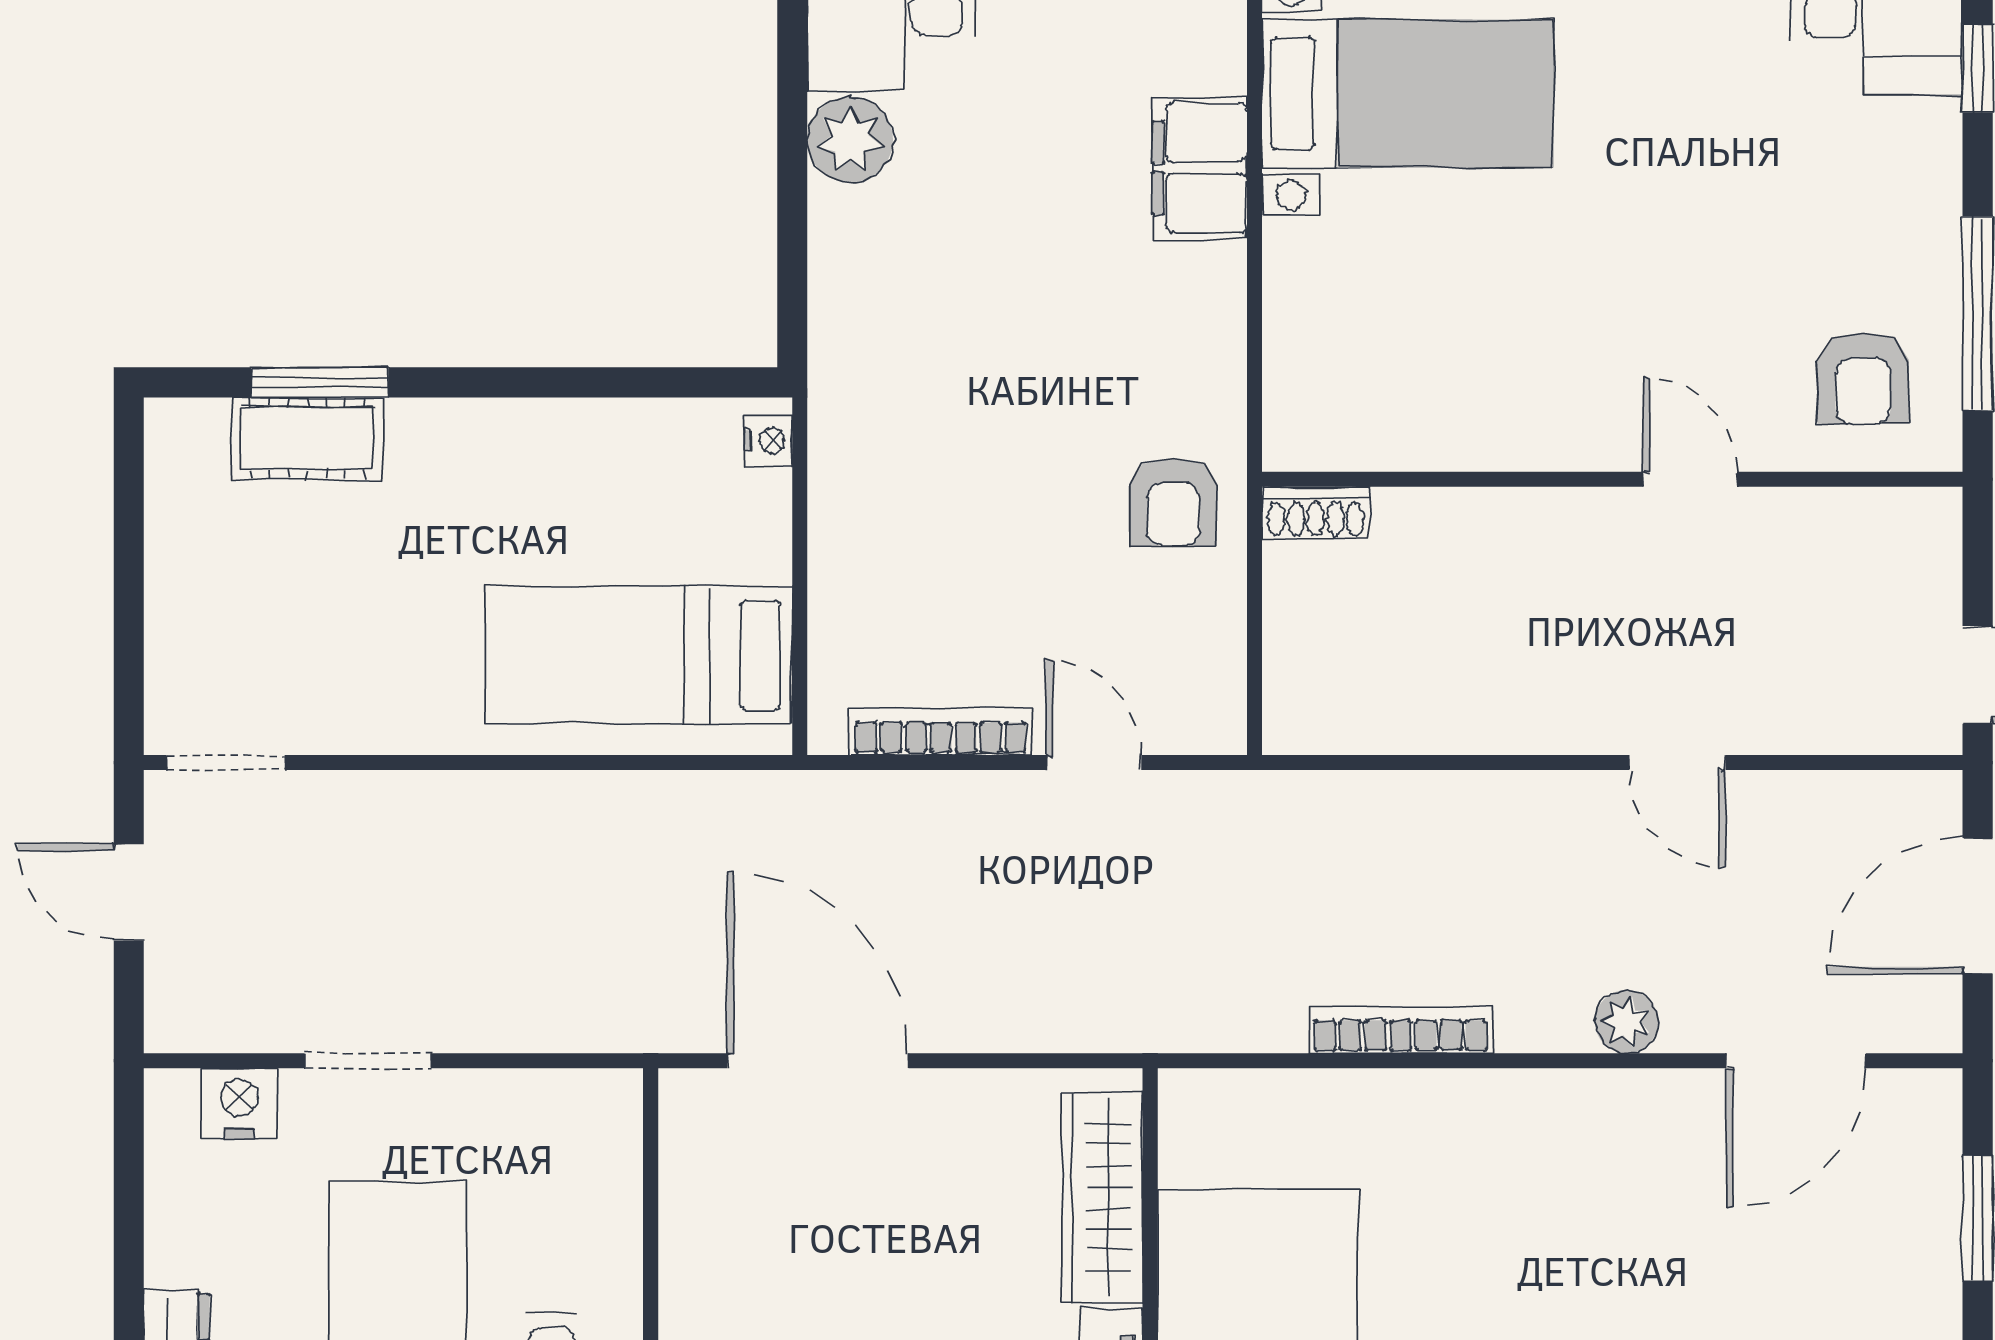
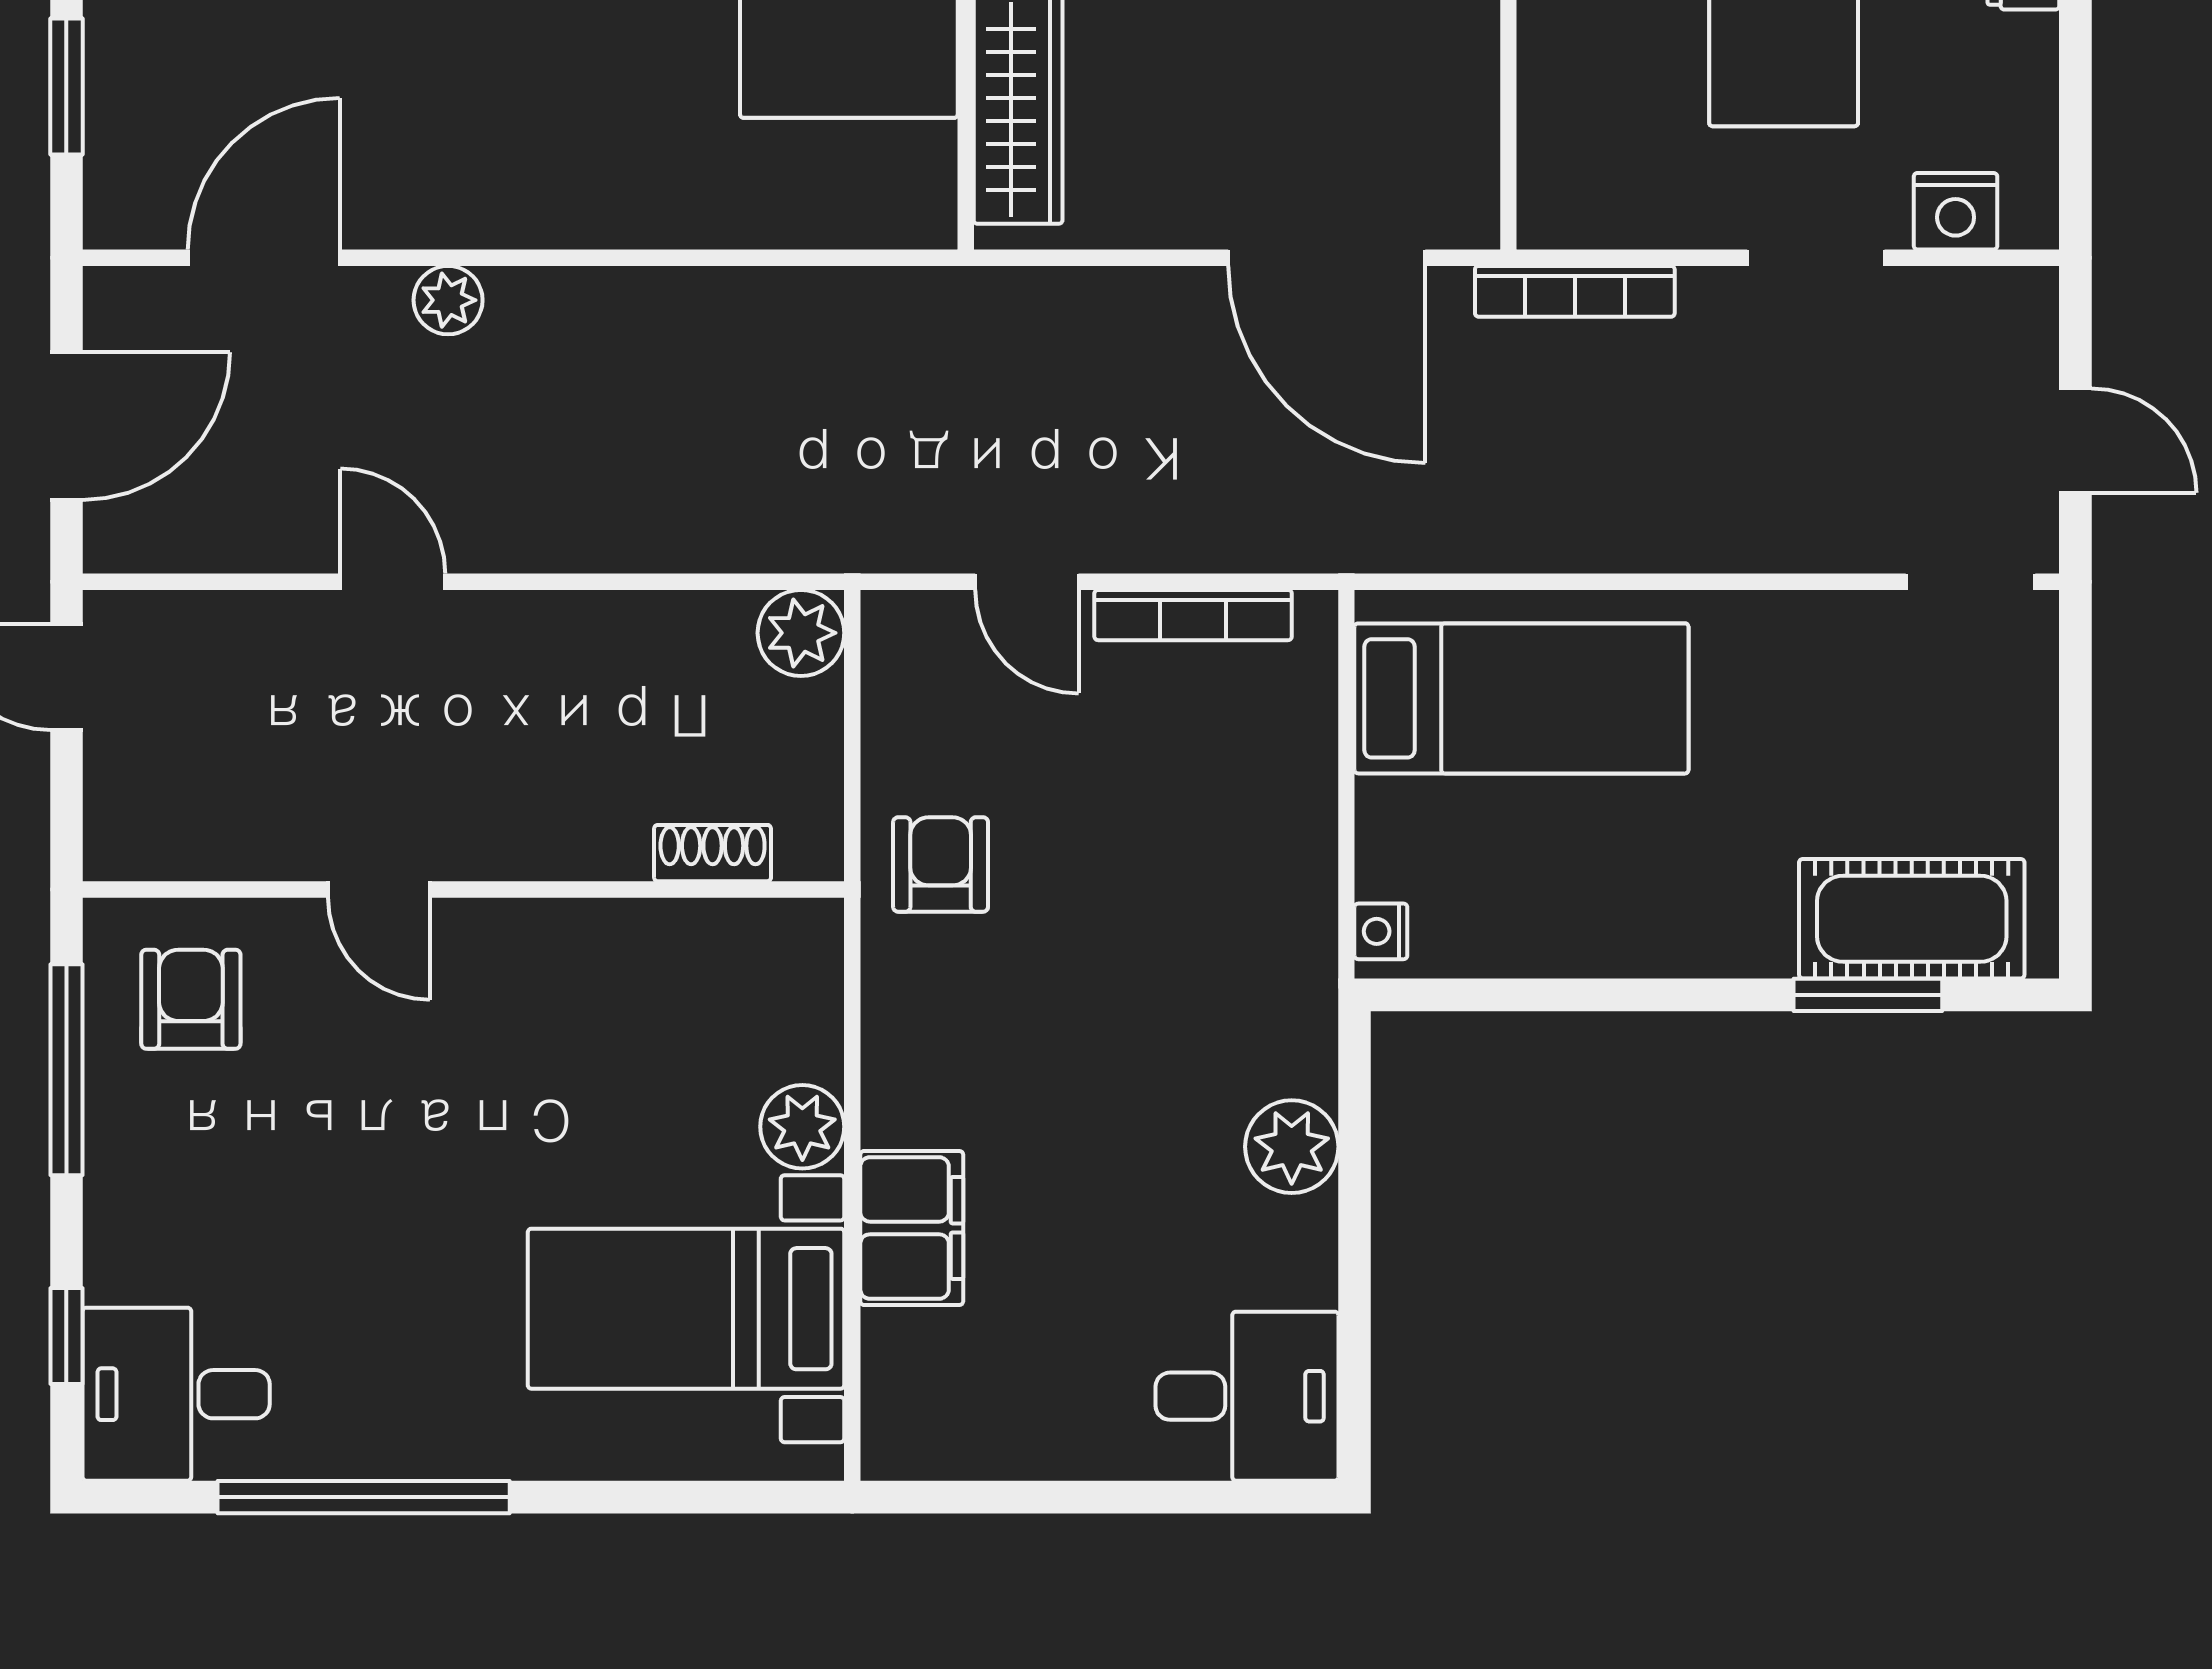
plant: (850, 140) -> (1292, 1147), moved
plant: (1300, 261) -> (802, 1127), added
cot: (307, 438) -> (1912, 919), width x1.37, depth x1.34
shoe rack: (1316, 513) -> (713, 853), moved
plant: (1302, 715) -> (801, 633), added
bookcase: (1401, 1030) -> (1575, 291), moved

